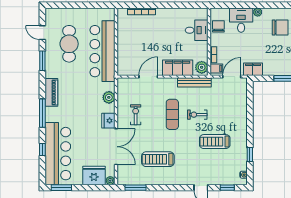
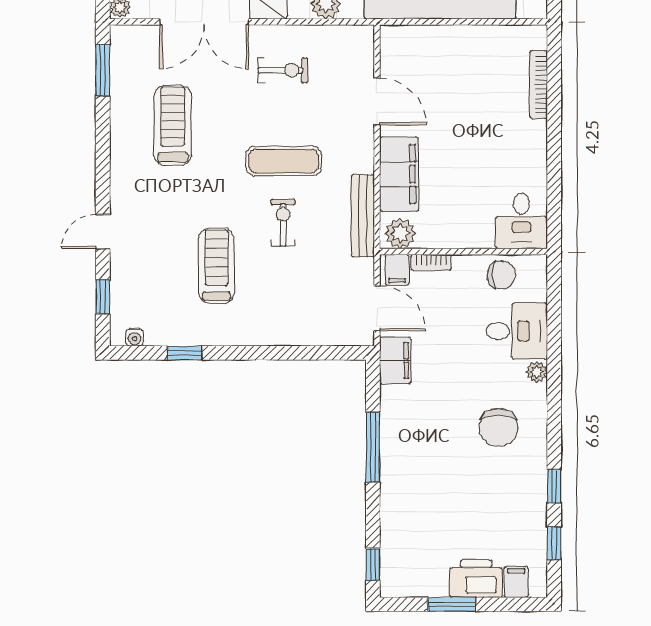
desk: (197, 30) -> (521, 221), moved

